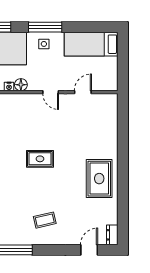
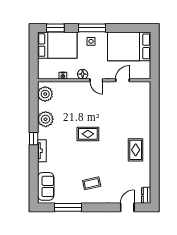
bed: (91, 44) -> (129, 46), width x1.50
floor lamp: (21, 85) -> (83, 74), moved
rug: (99, 179) -> (136, 150), width x0.73, depth x0.70

